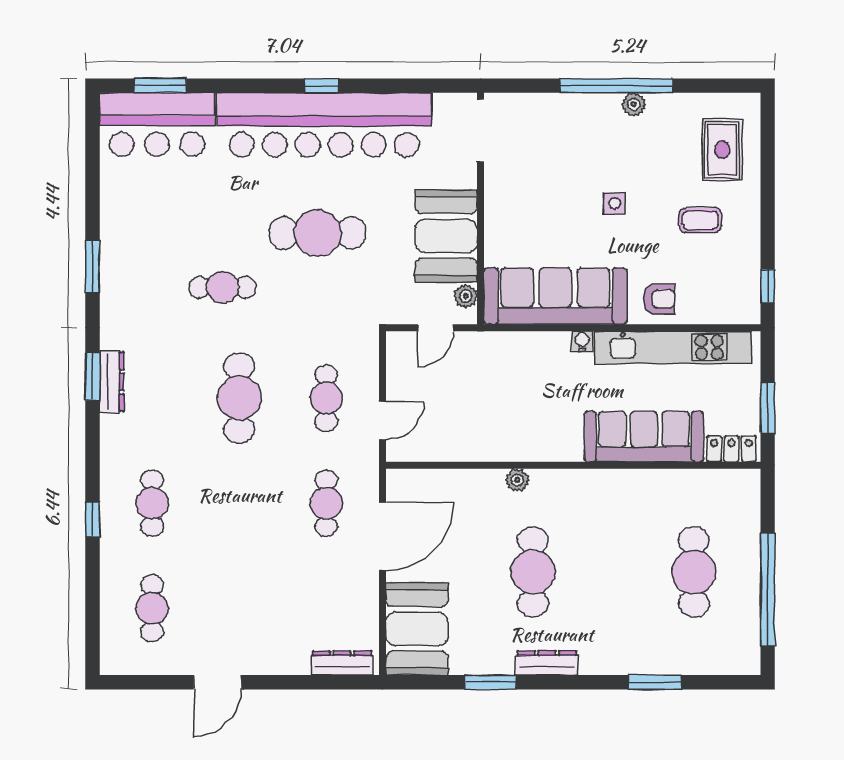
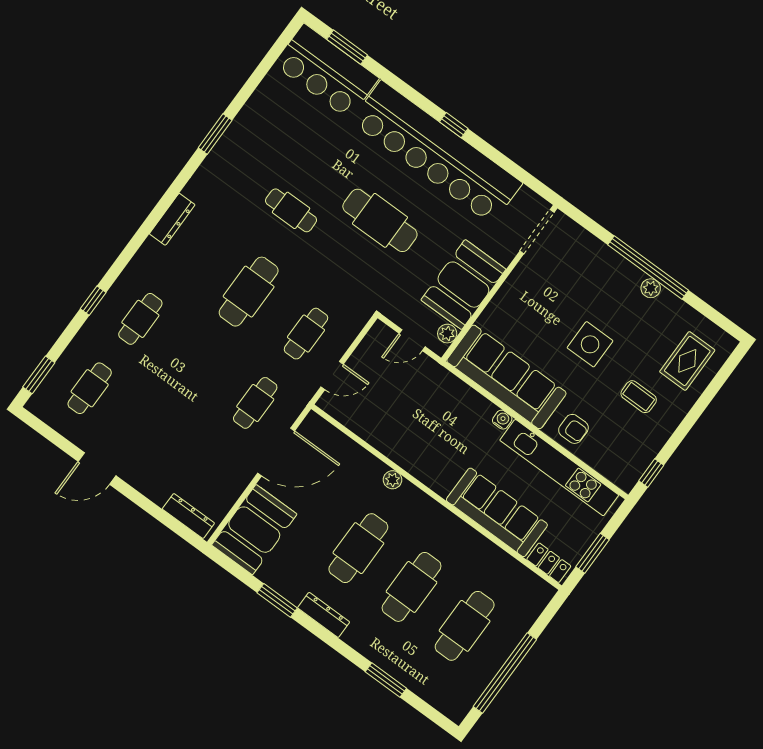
side table: (614, 204) -> (590, 344), width x1.87, depth x1.87
window: (92, 376) -> (39, 375), moved
cafe table: (613, 572) -> (412, 587), added

